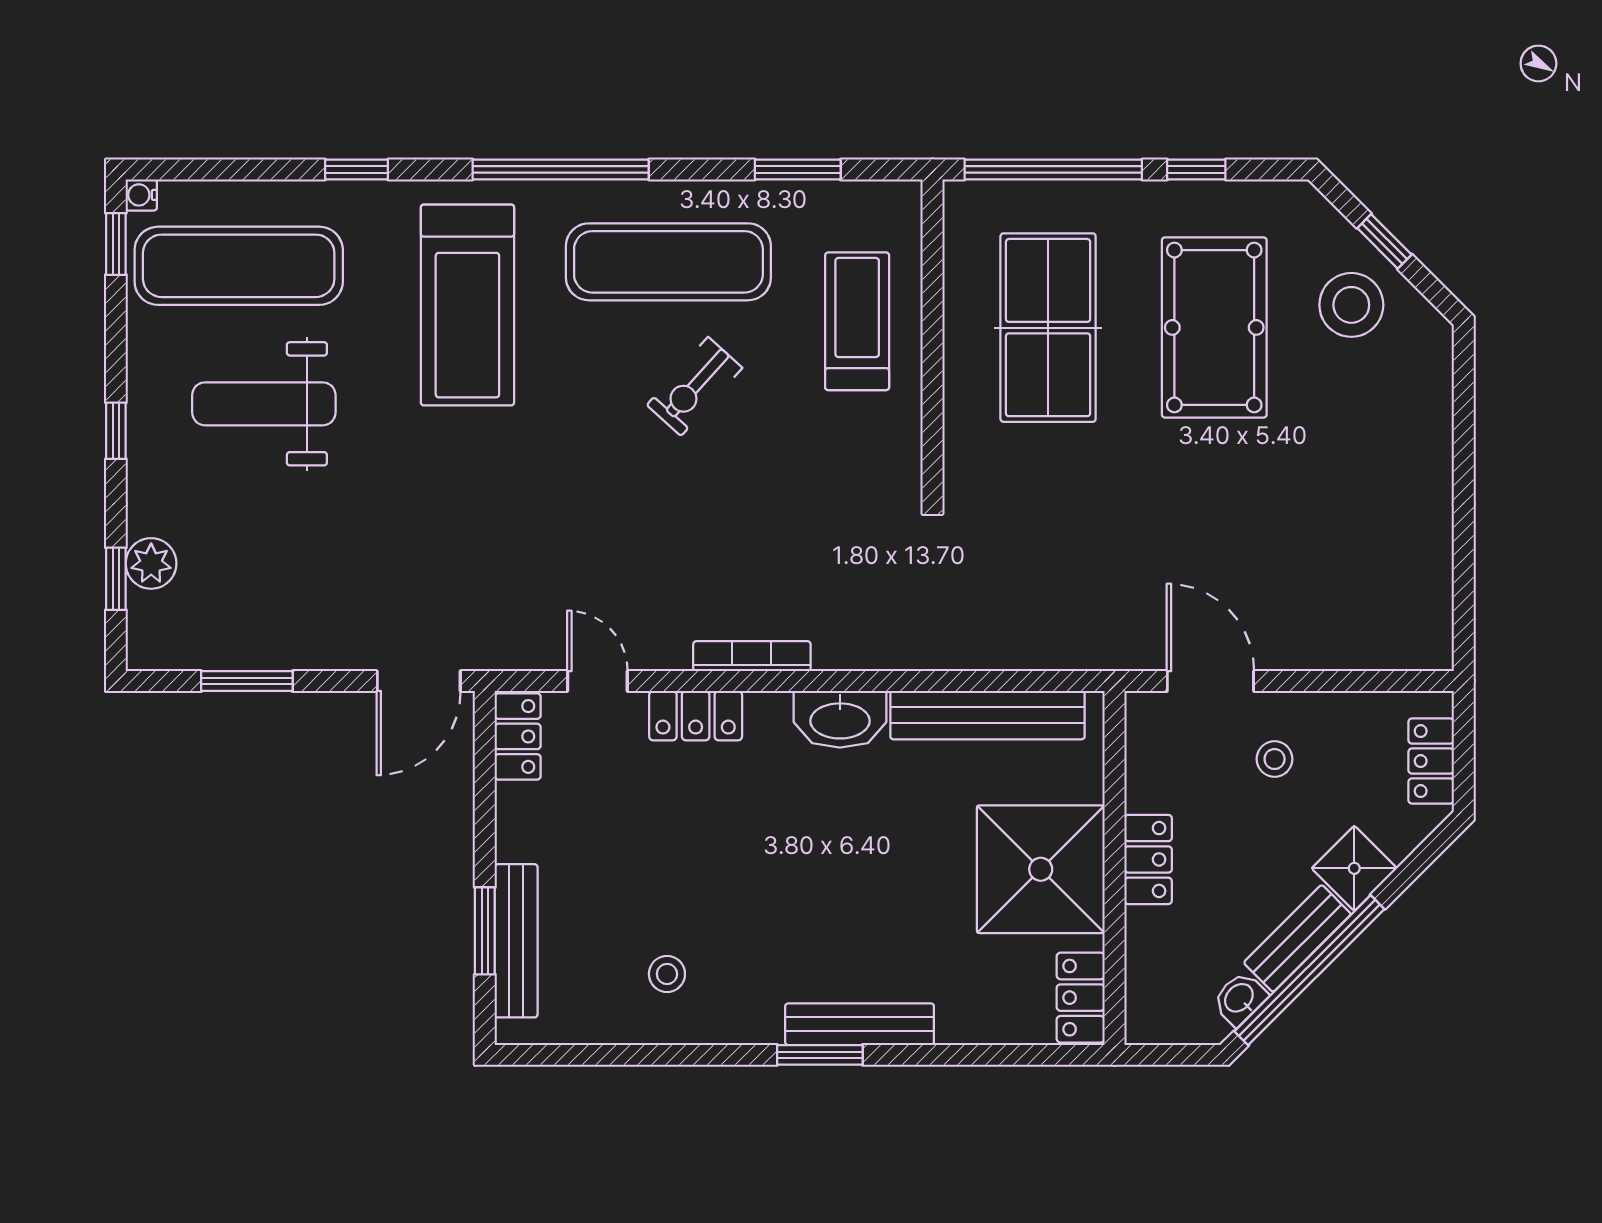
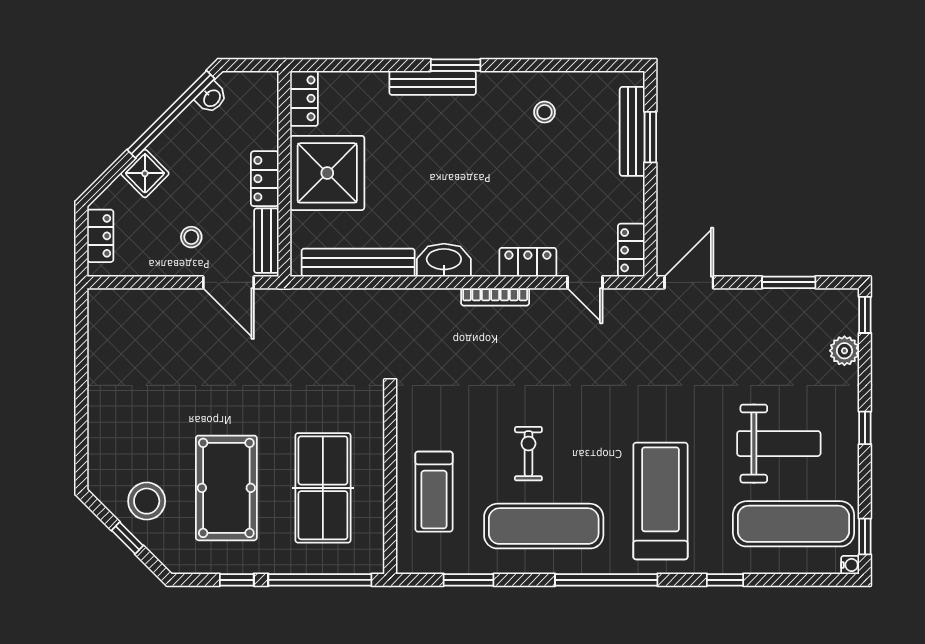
exercise bike: (695, 386) -> (528, 454), turned -42
window: (116, 579) -> (865, 315), moved
bench: (1297, 938) -> (266, 241), moved, turned -45

